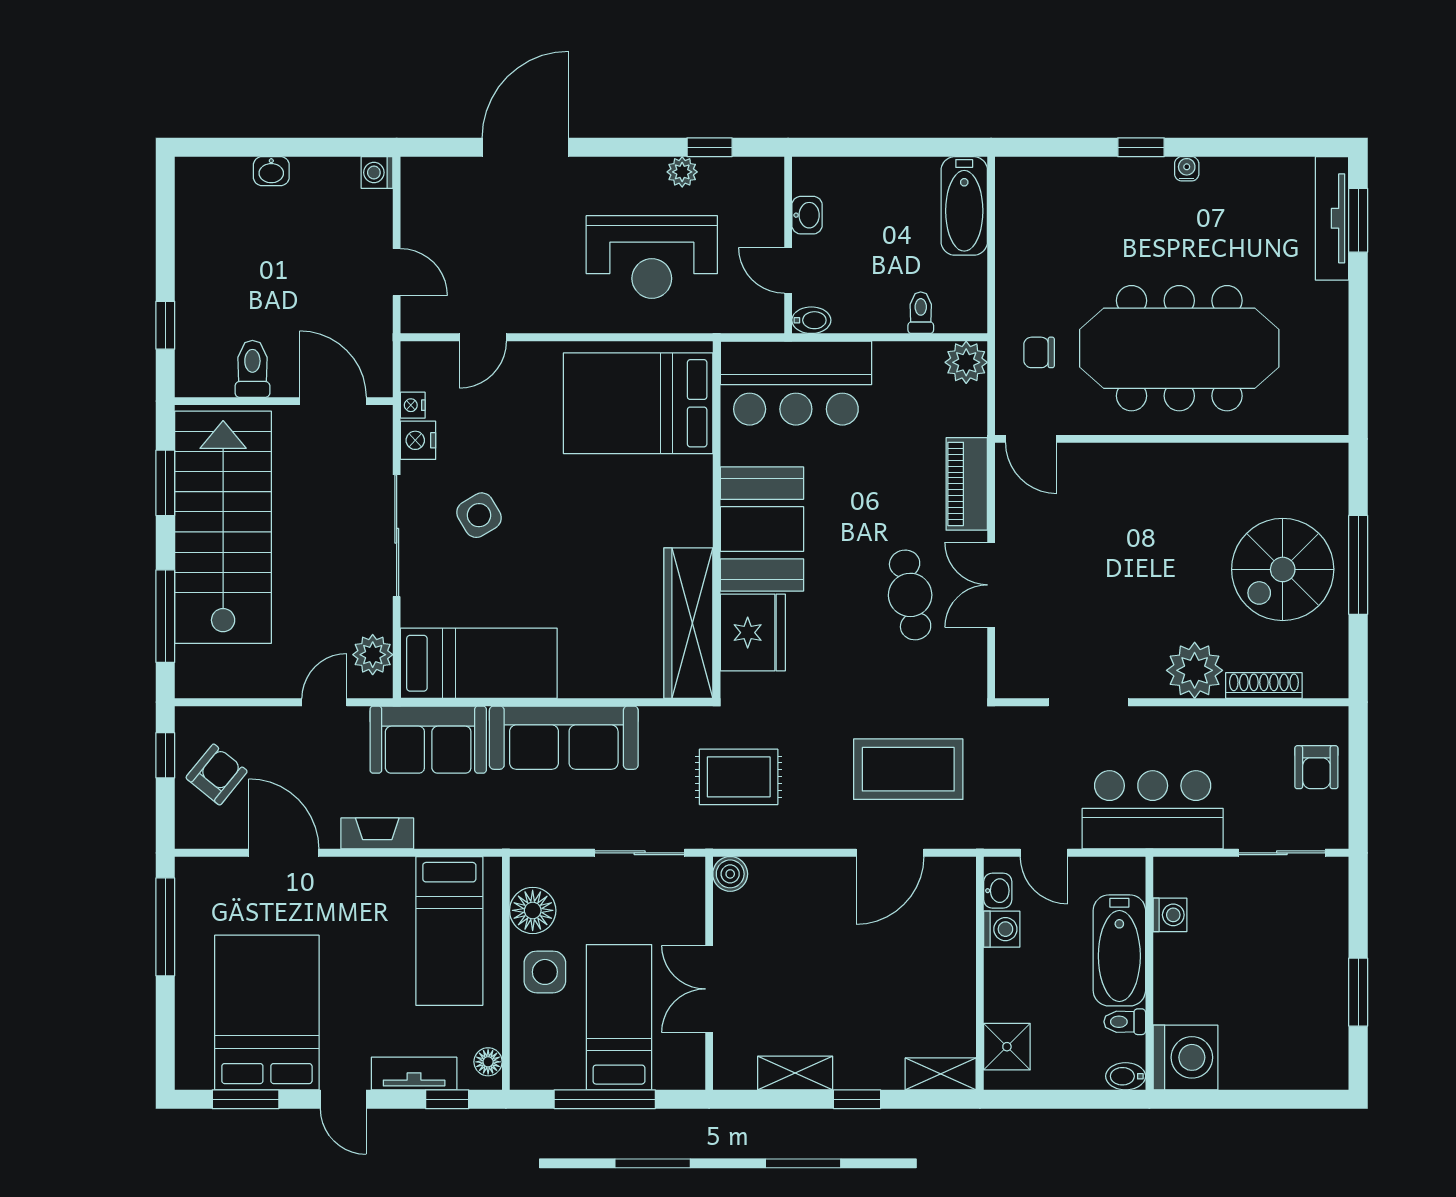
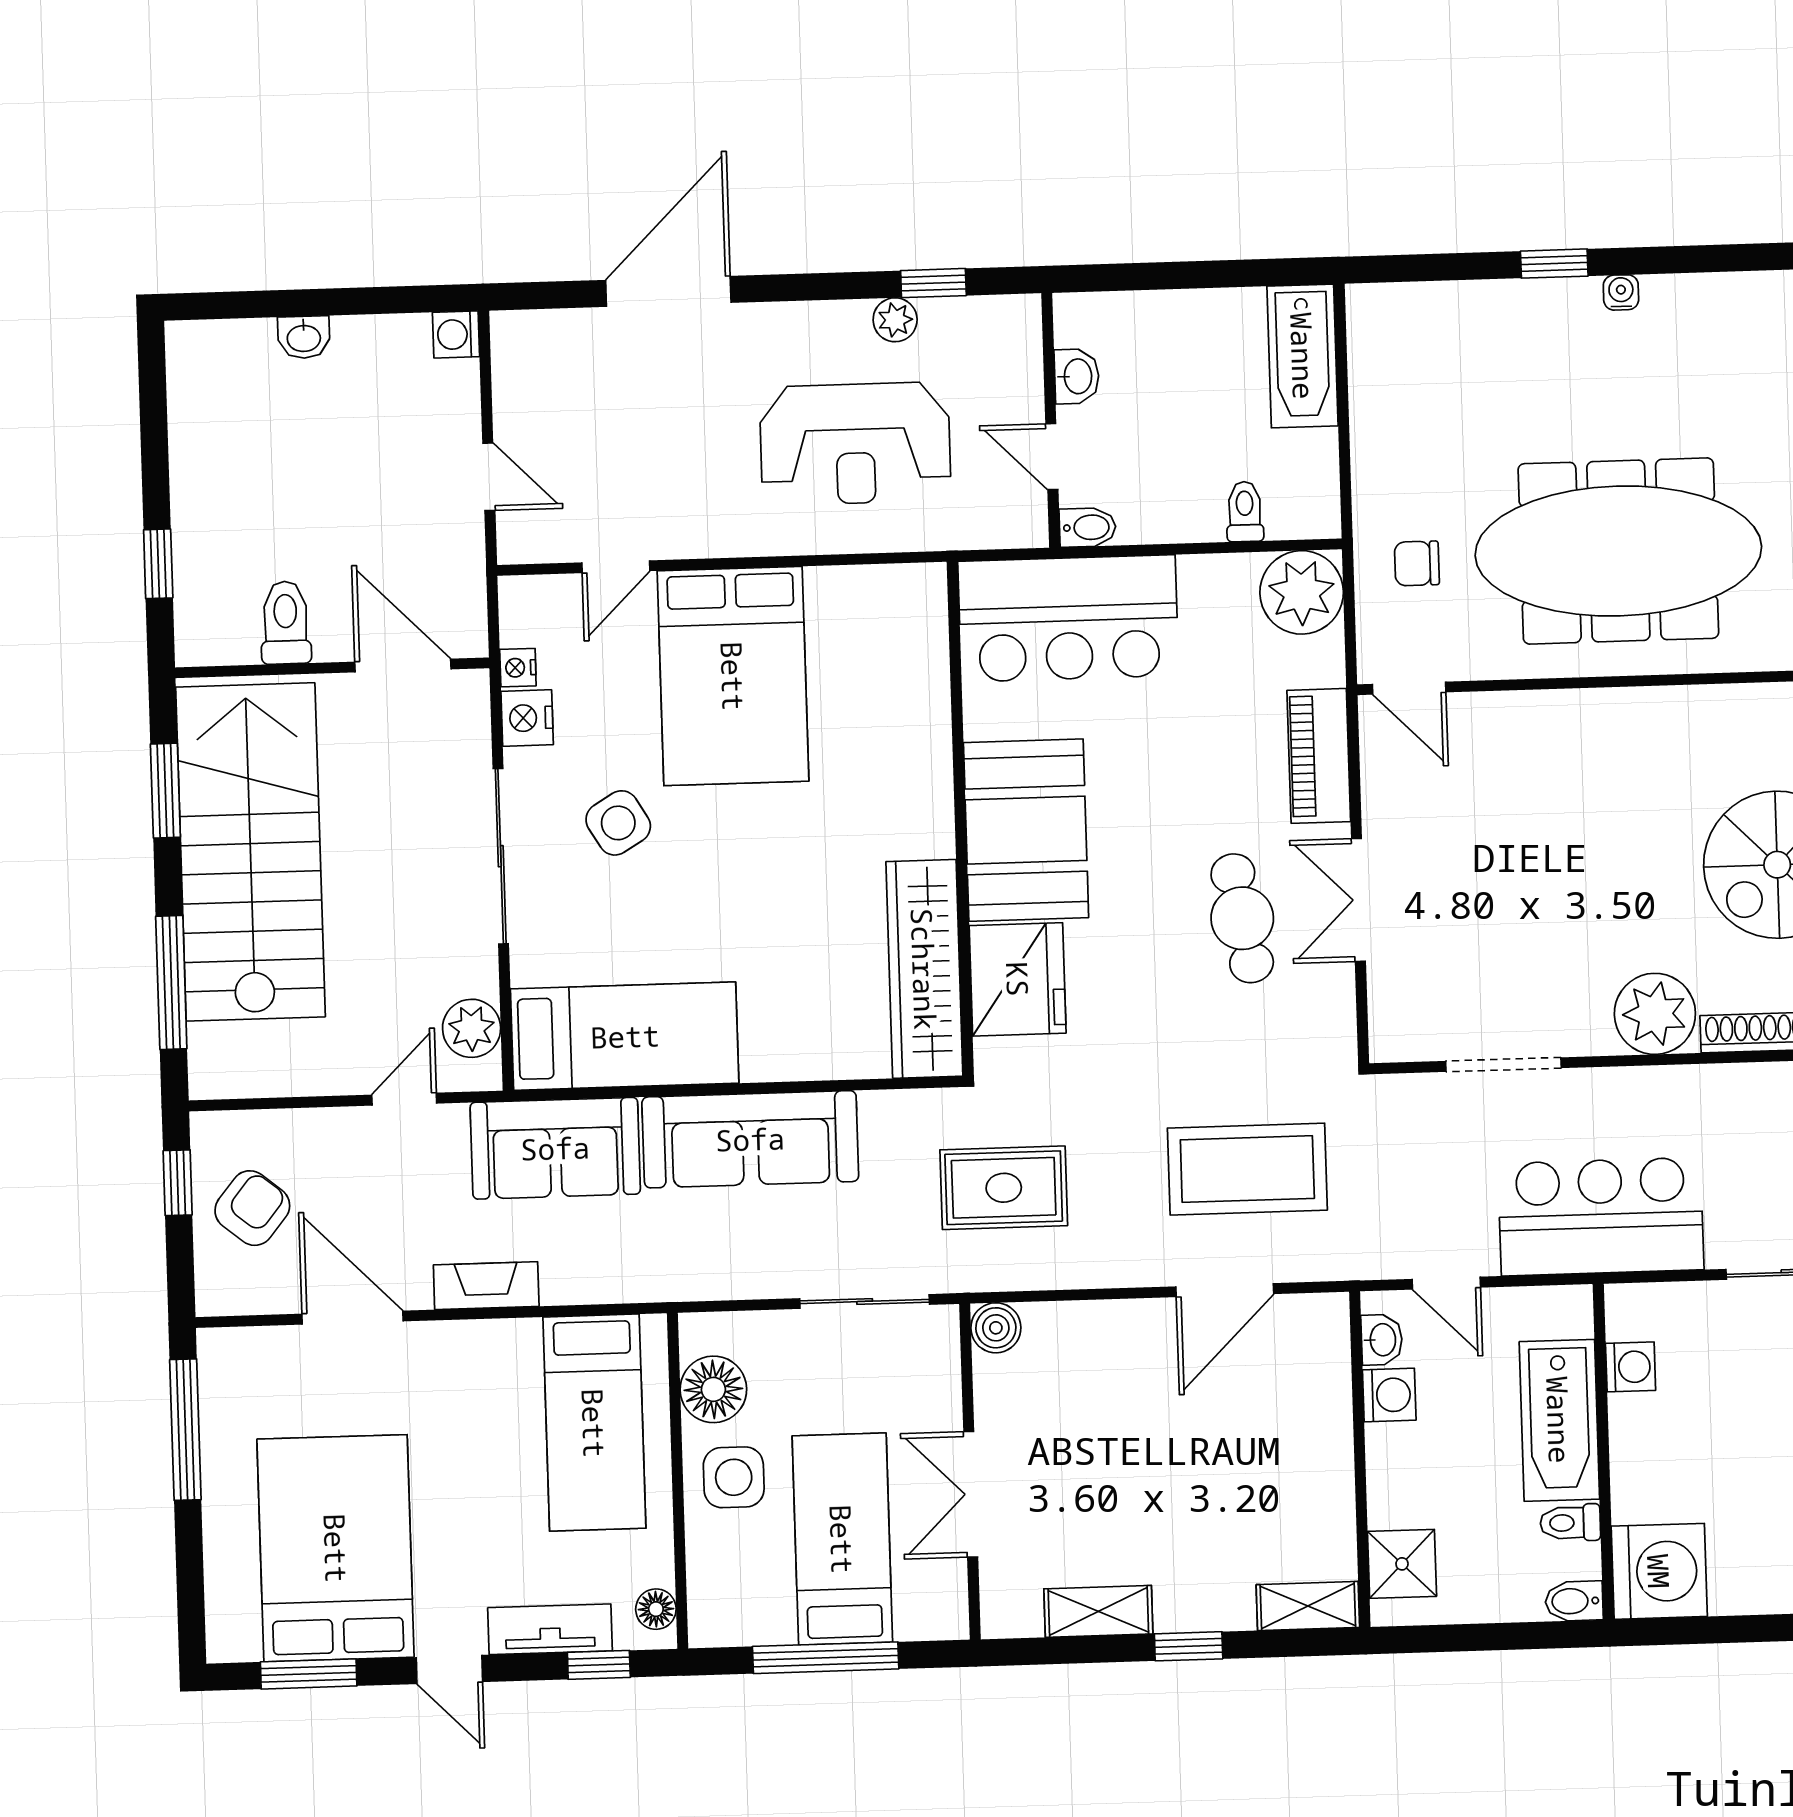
plant: (966, 362) -> (1302, 592), width x1.36, depth x1.36
bed: (638, 403) -> (733, 676), moved, turned -90

